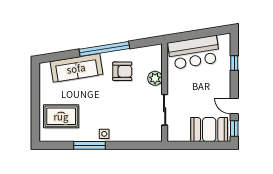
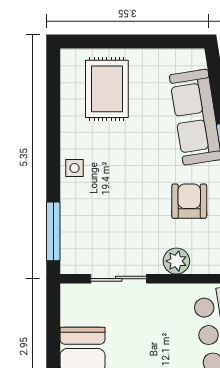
armchair: (122, 71) -> (189, 201), turned 180
window: (89, 145) -> (53, 231), moved

